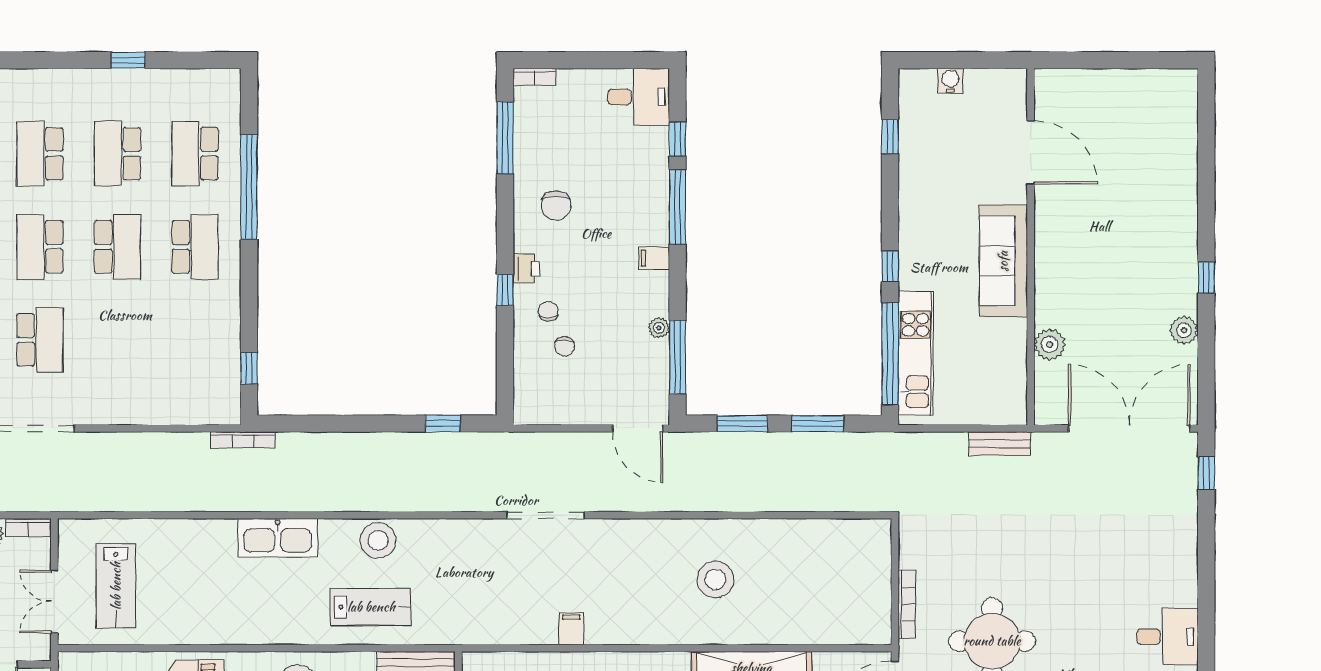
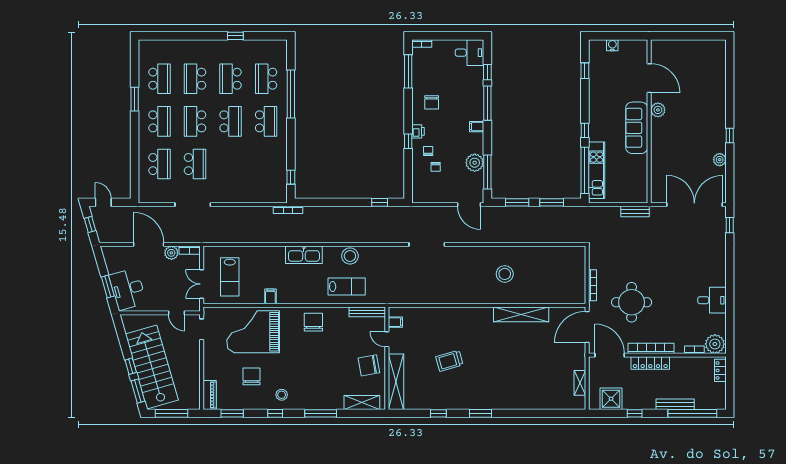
plant: (659, 328) -> (475, 163), width x1.88, depth x1.88
plant: (1050, 345) -> (658, 110), moved
filing cabinet: (571, 629) -> (270, 296), moved

